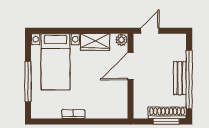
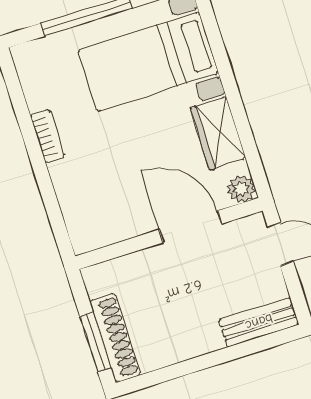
bench: (180, 78) -> (259, 322), moved
window: (189, 80) -> (202, 363), removed

